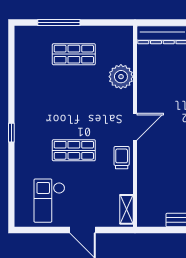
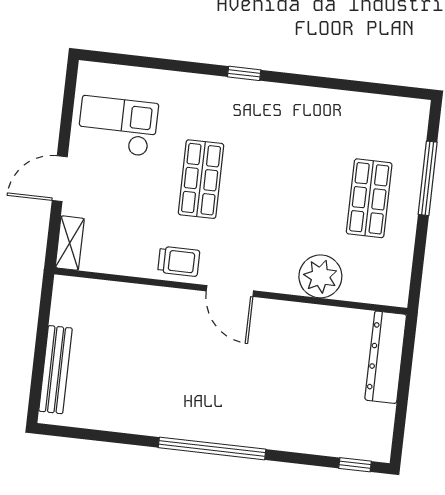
shelving: (126, 209) -> (70, 243), moved, turned 90

